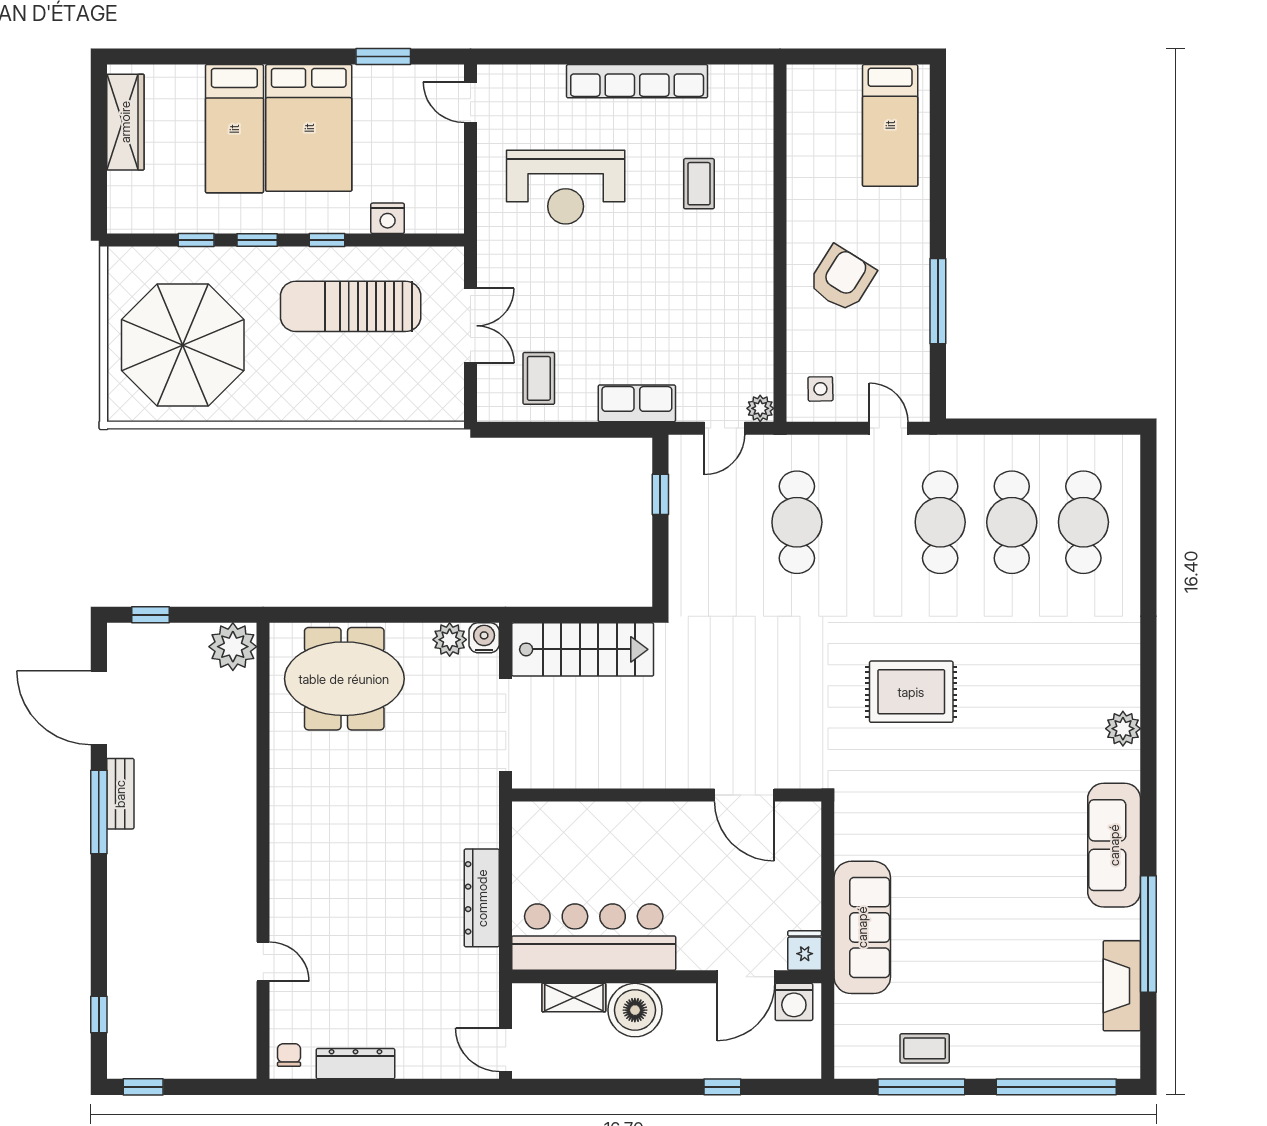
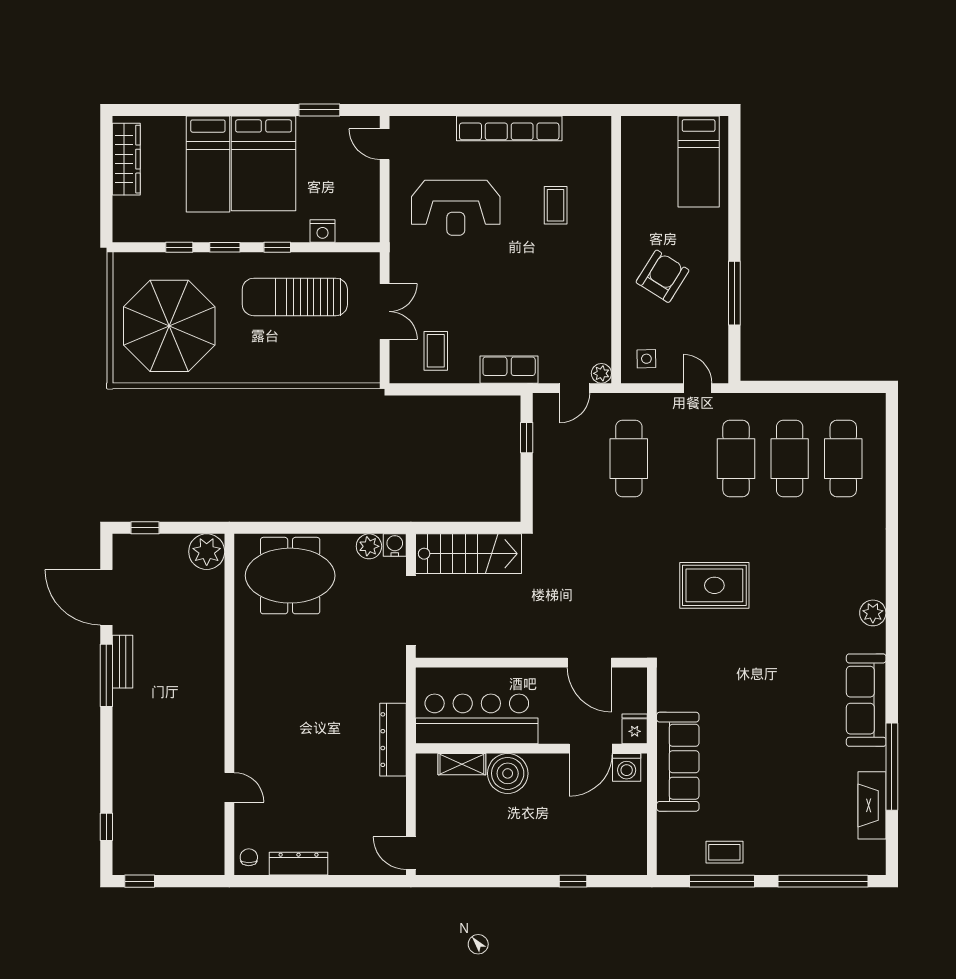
bar counter: (594, 937) -> (477, 719), moved
fridge: (805, 951) -> (635, 729), moved
wall: (667, 977) -> (531, 749), moved
door: (746, 977) -> (591, 749), moved
shelving: (574, 998) -> (462, 764), moved
washing machine: (794, 1002) -> (627, 767), moved
boiler: (635, 1010) -> (508, 773), moved

